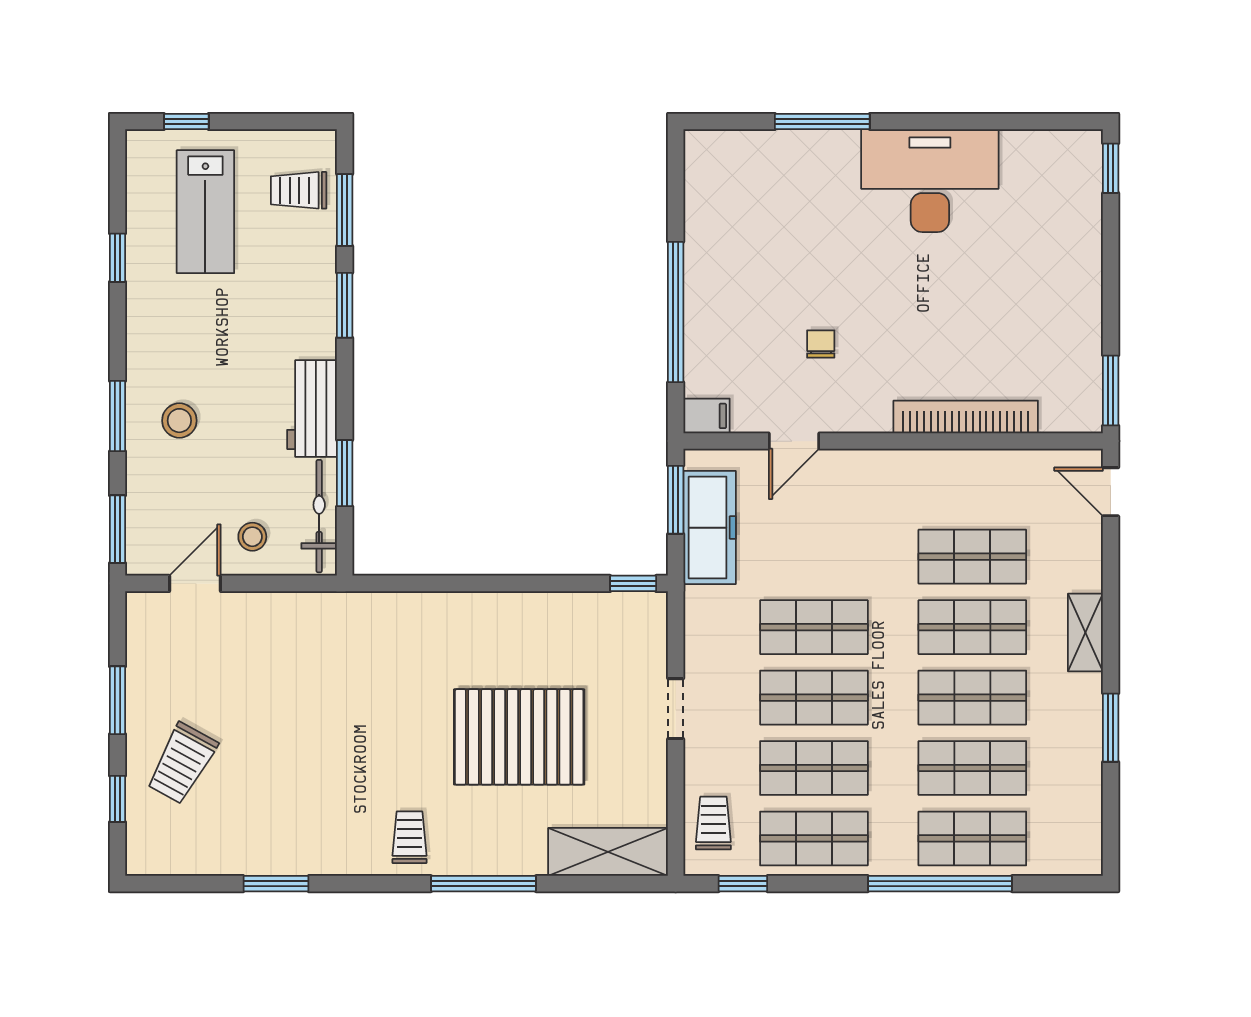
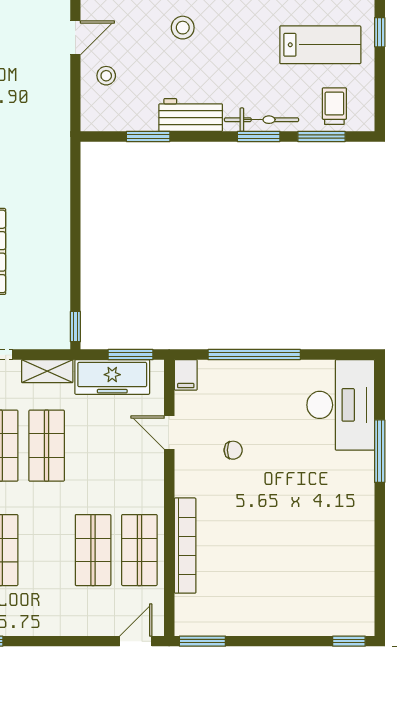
desk: (930, 181) -> (341, 405), moved
lab bench: (205, 212) -> (320, 45), turned 180
bicycle: (319, 516) -> (262, 120), moved
door: (195, 583) -> (75, 38), hinge flipped
shop shelf: (972, 627) -> (139, 550), moved
shelving: (1085, 633) -> (47, 371), moved

